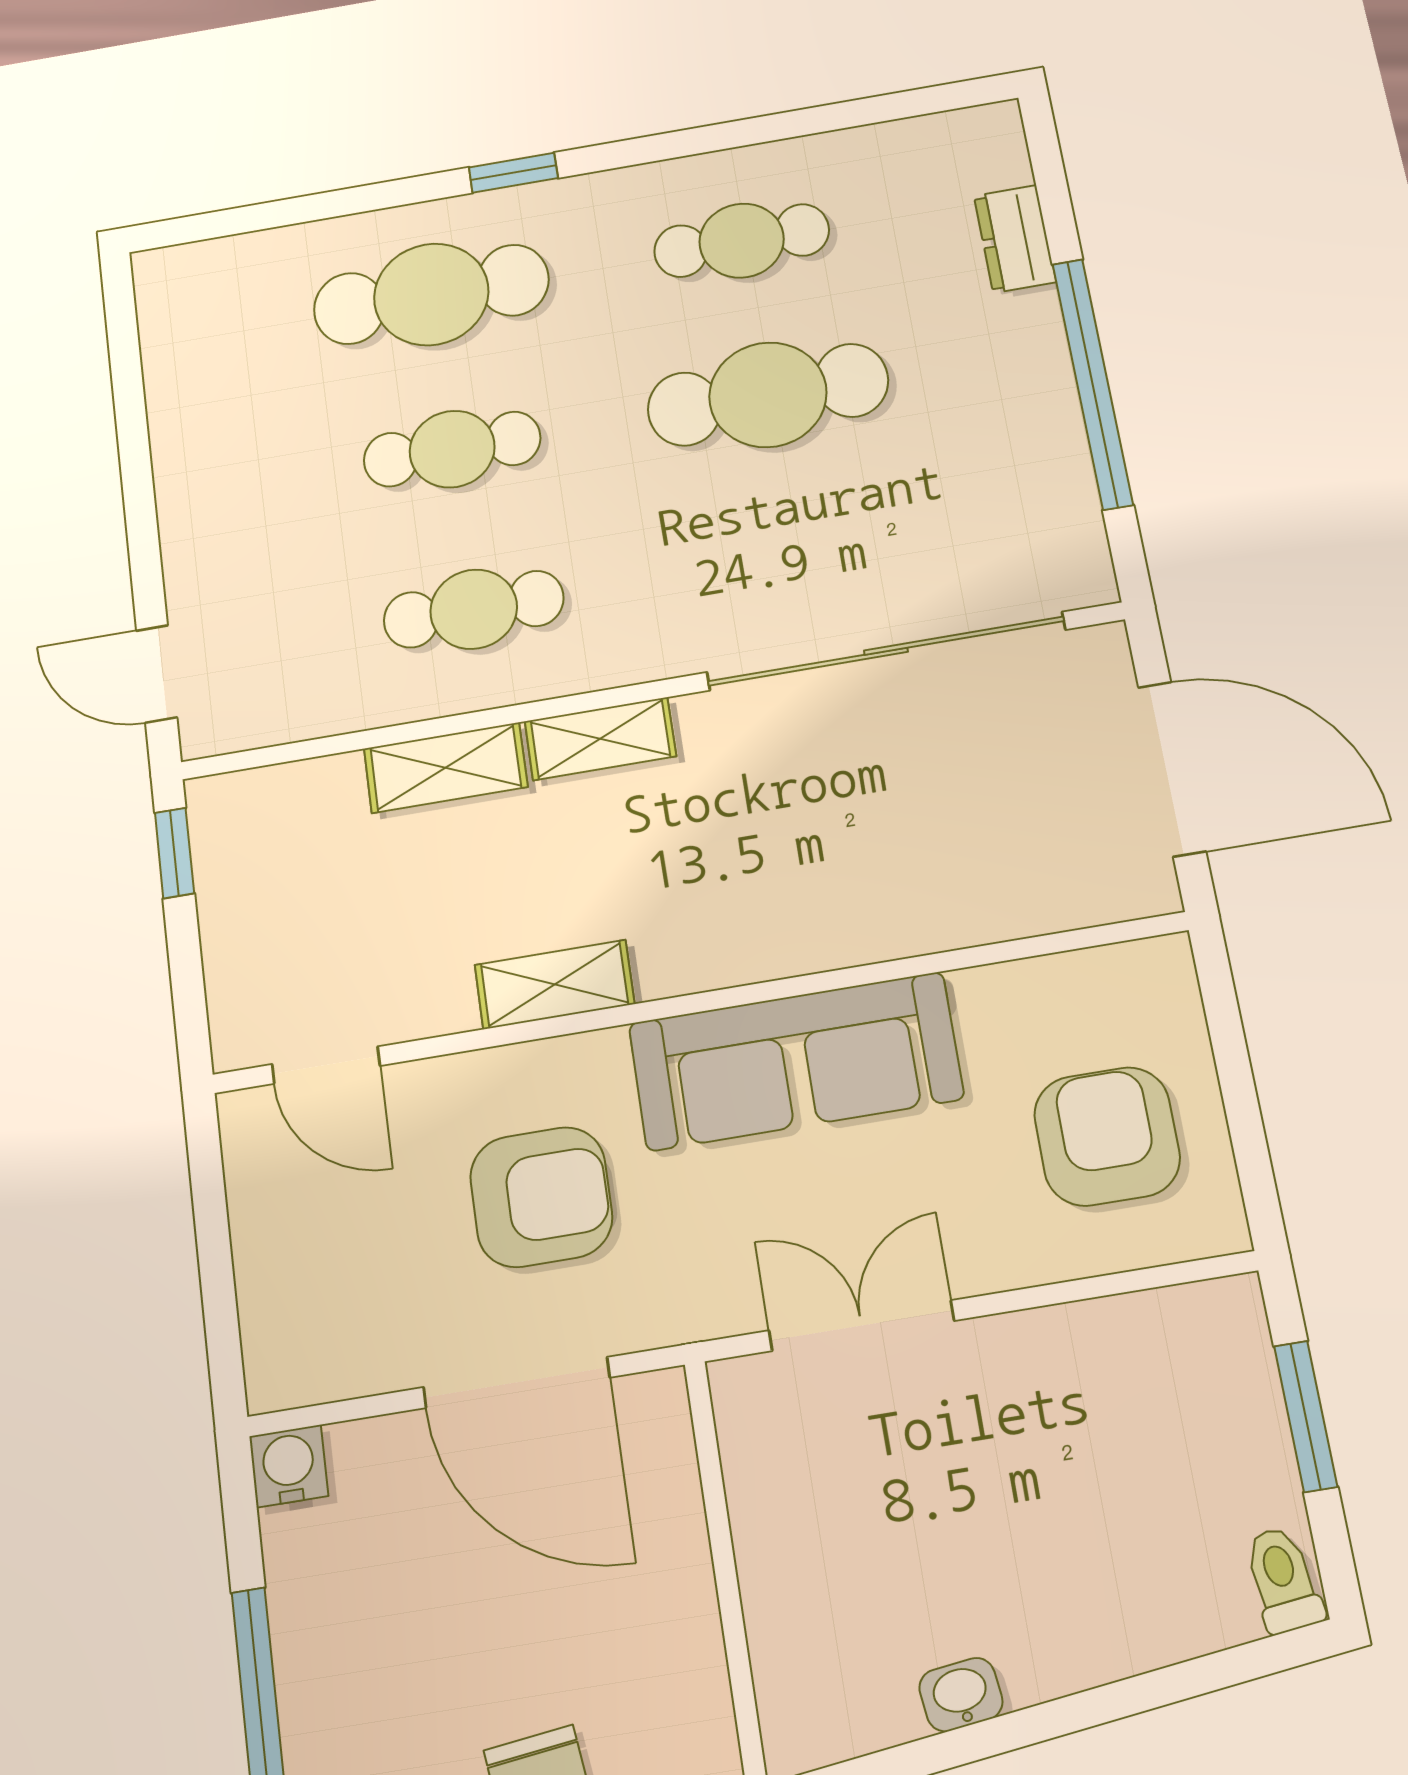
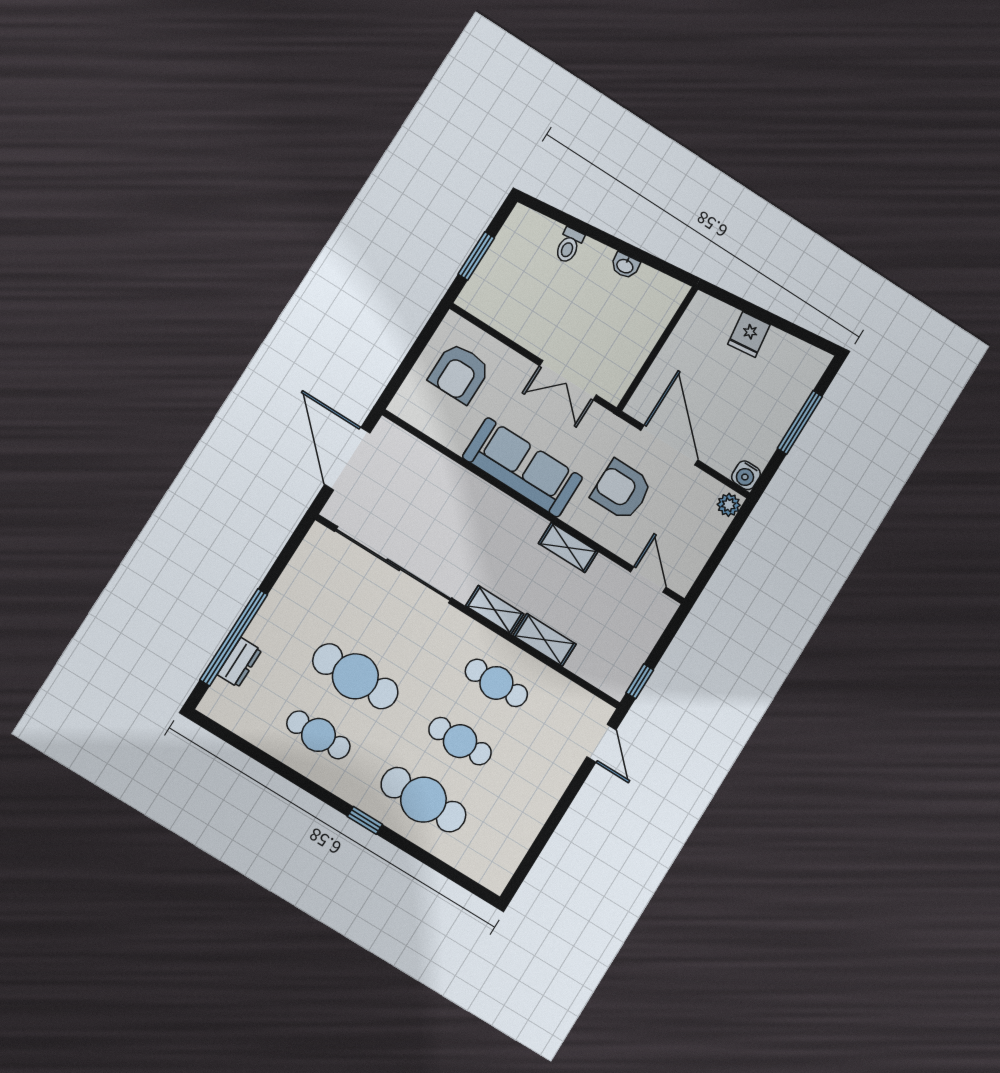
window: (1092, 383) -> (234, 637), moved
plant: (276, 1369) -> (729, 505), added
toilet: (1283, 1580) -> (569, 246), moved

